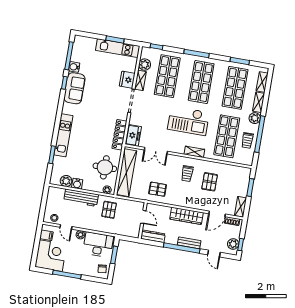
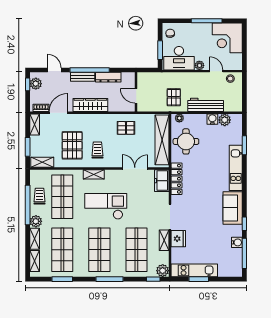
plant: (145, 65) -> (163, 271), moved
sofa: (74, 88) -> (233, 208), moved
shelving: (240, 171) -> (42, 162), added
pallet: (210, 182) -> (72, 145), width x1.50, depth x1.42
filing cabinet: (46, 235) -> (236, 59), removed
dresser: (153, 236) -> (108, 77), moved

